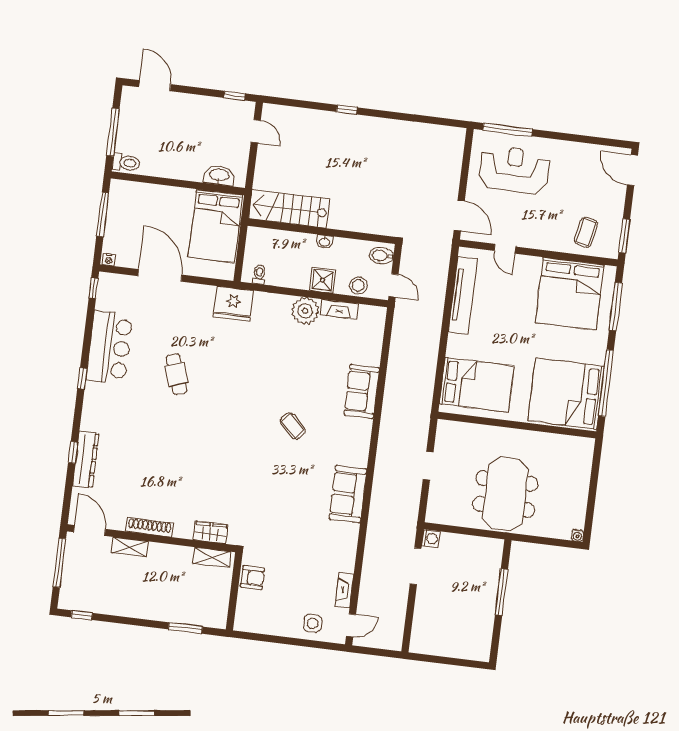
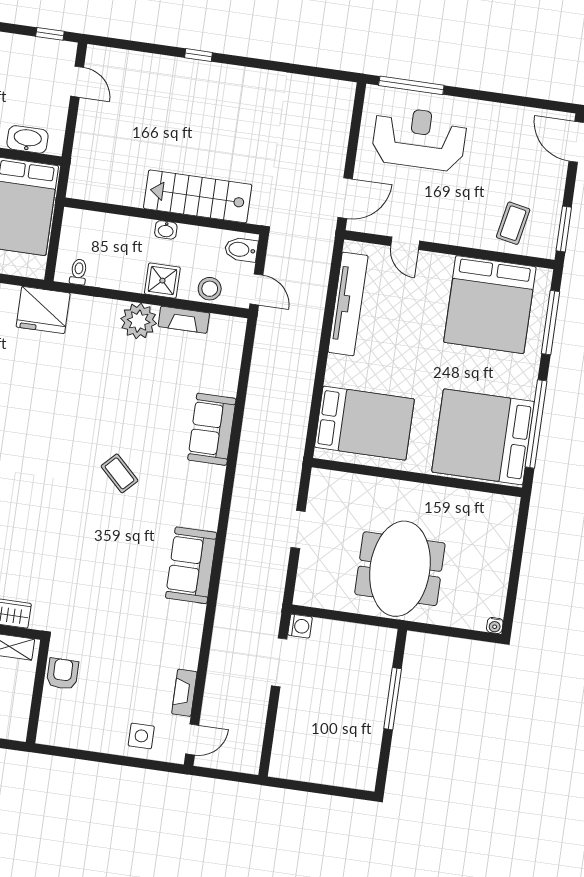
stairs: (289, 209) -> (198, 196), moved
door: (459, 215) -> (345, 198), hinge flipped
armchair: (253, 578) -> (63, 674), turned -90

